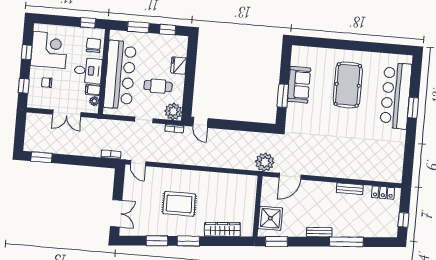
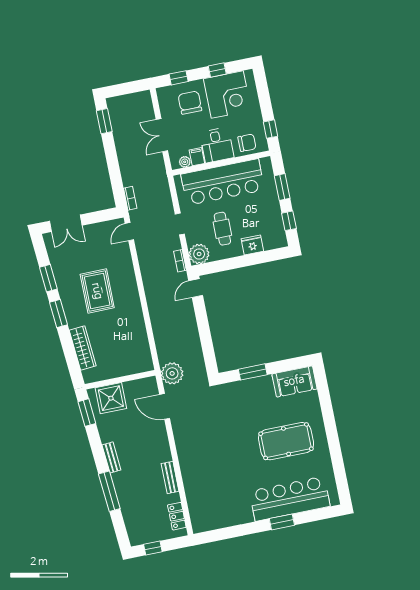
chair: (47, 83) -> (190, 103), width x1.87, depth x1.87
sofa: (299, 85) -> (294, 381), moved

